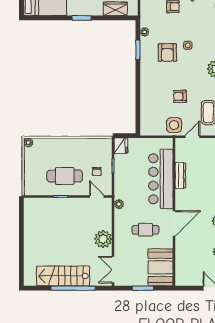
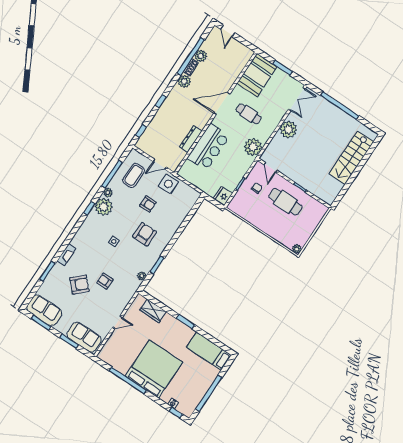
armchair: (167, 53) -> (145, 234), moved
bar counter: (161, 179) -> (208, 147), width x0.73
plant: (119, 204) -> (253, 147), width x1.87, depth x1.87
stairs: (63, 276) -> (351, 158), moved, turned 90

